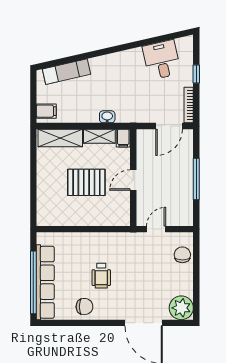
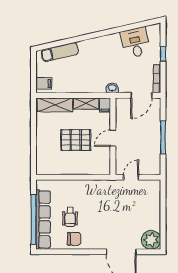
washbasin: (107, 117) -> (112, 88), moved
chair: (182, 255) -> (152, 198), removed
wheelchair: (101, 276) -> (70, 217), moved

